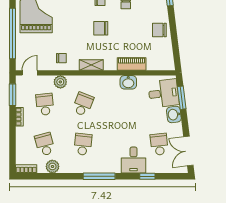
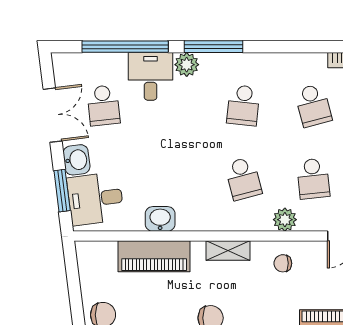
piano: (132, 64) -> (154, 256), width x1.37, depth x1.33
school desk: (83, 104) -> (243, 179), turned -36
double door: (188, 151) -> (53, 115), moved
plant: (52, 166) -> (187, 65), moved
window: (147, 176) -> (125, 47), width x3.17

